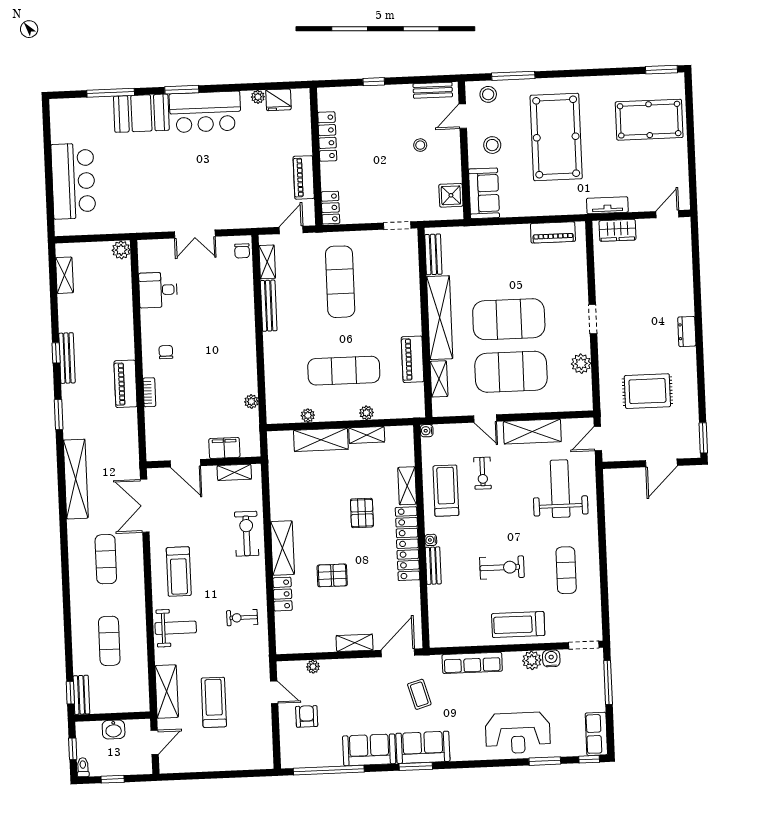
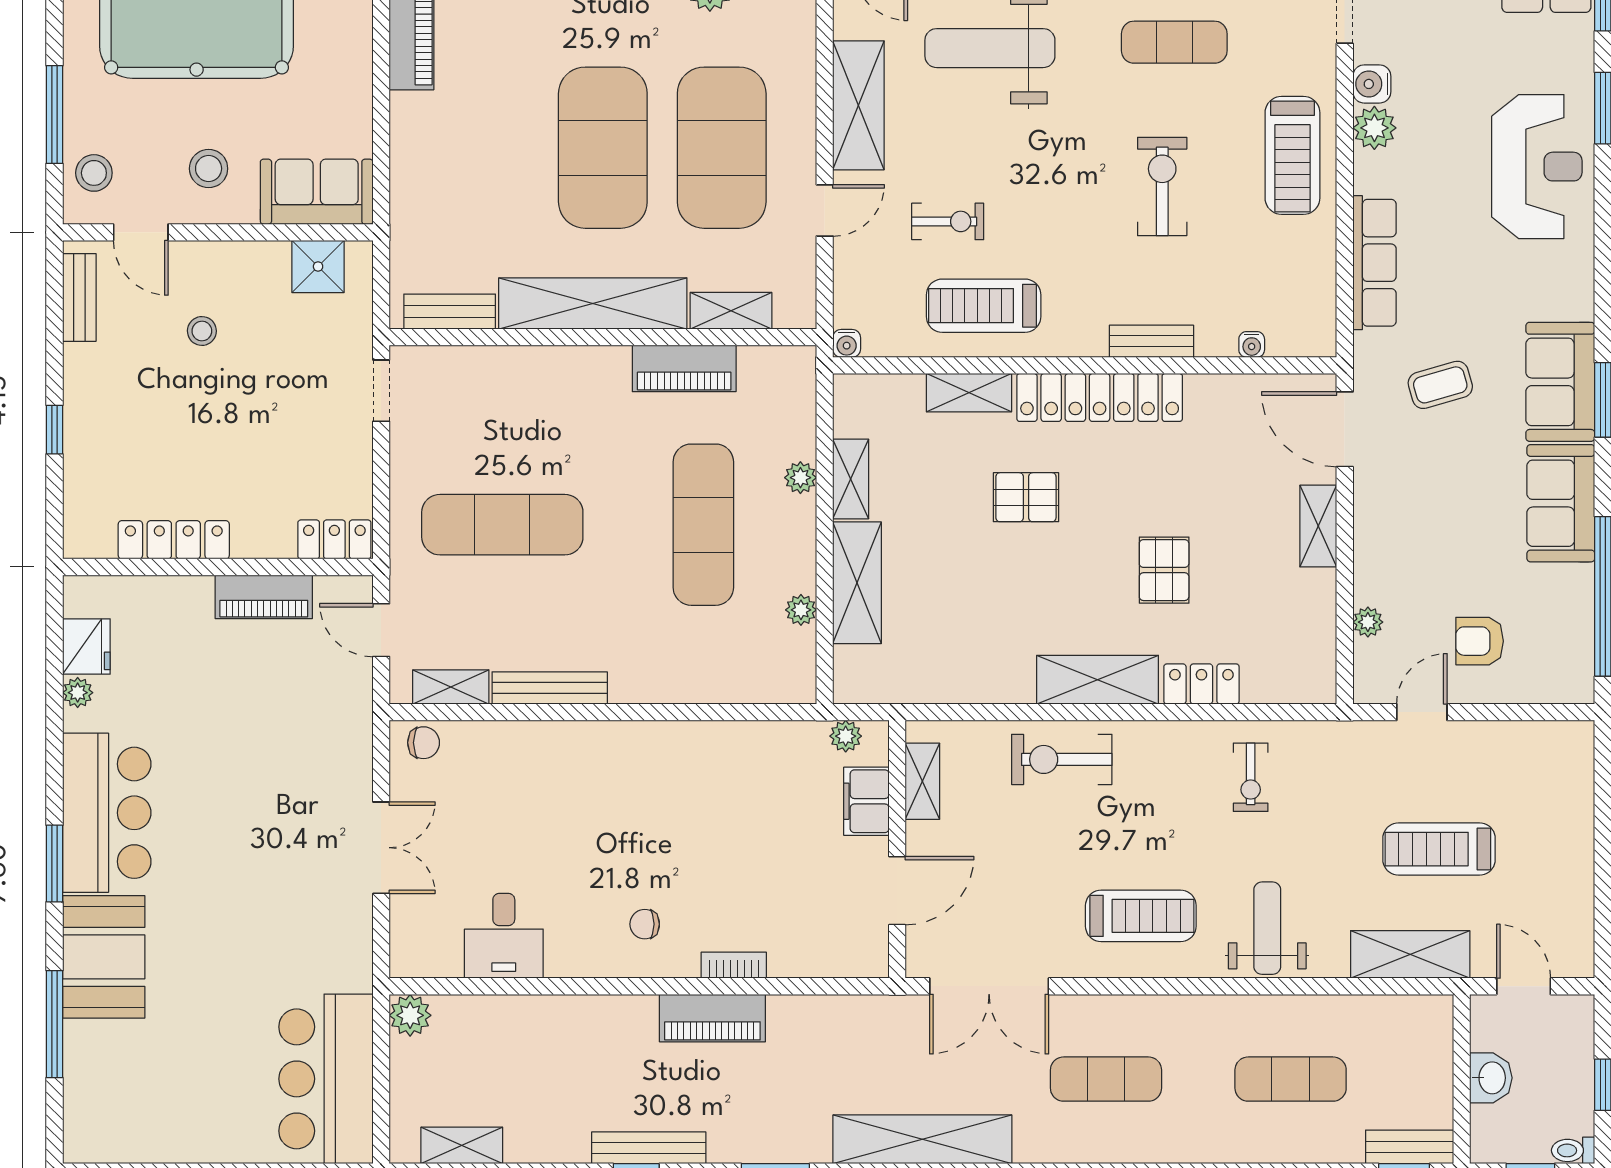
bar counter: (73, 181) -> (326, 1079), moved, turned -90
plant: (251, 401) -> (846, 736), moved
water cooler: (431, 540) -> (1252, 344), moved

